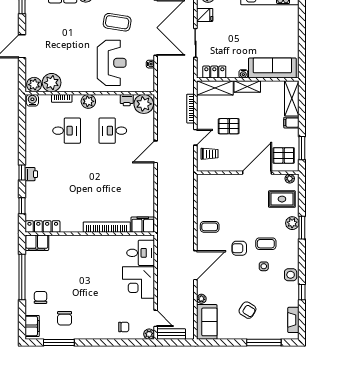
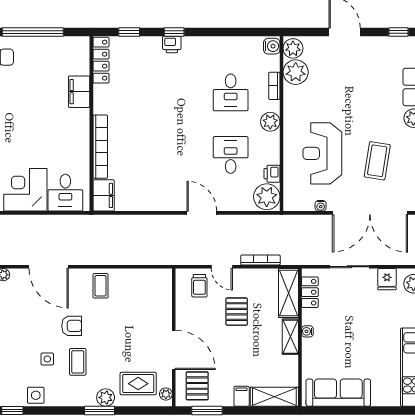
reception desk: (112, 63) -> (322, 153), turned 90
sofa: (272, 68) -> (338, 393), moved, turned -90
rug: (282, 199) -> (138, 384), turned 90
filing cabinet: (37, 243) -> (79, 92), moved
armchair: (239, 248) -> (72, 326), turned 90

